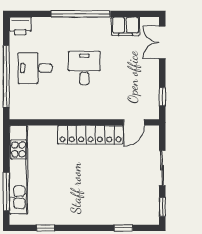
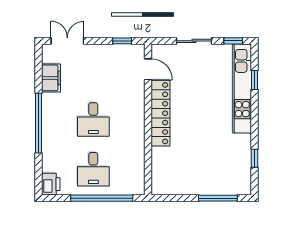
double door: (162, 42) -> (67, 41), swing flipped
desk: (84, 68) -> (93, 119), turned -90
kitchen unit: (18, 170) -> (242, 89), moved, turned -90

